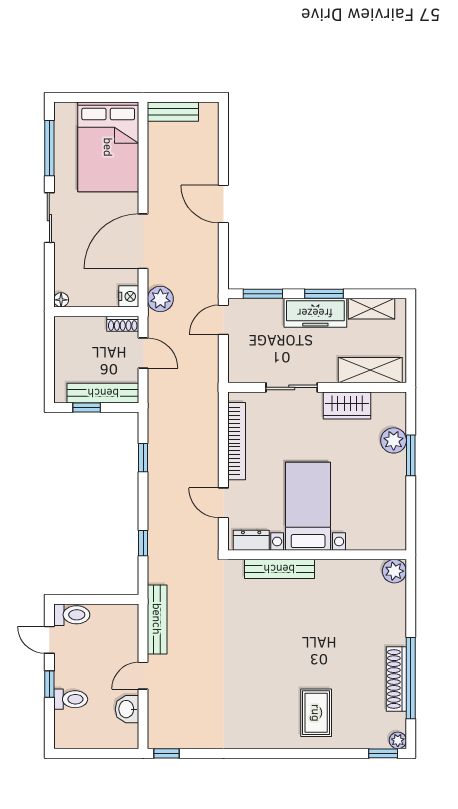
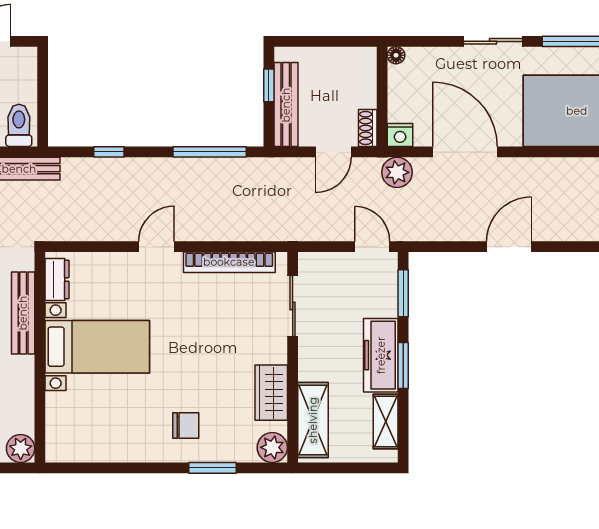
sliding door: (292, 387) -> (293, 306), moved
plant: (394, 440) -> (272, 447), moved
window: (143, 458) -> (210, 152), width x2.17
chair: (375, 478) -> (186, 426), added
bed with nightstands: (308, 506) -> (97, 347), moved
dresser: (251, 540) -> (57, 279), moved
wall: (317, 555) -> (40, 357), moved
bench: (279, 569) -> (23, 313), moved
plant: (394, 571) -> (21, 448), moved
toilet: (72, 615) -> (19, 125), moved, turned 180

